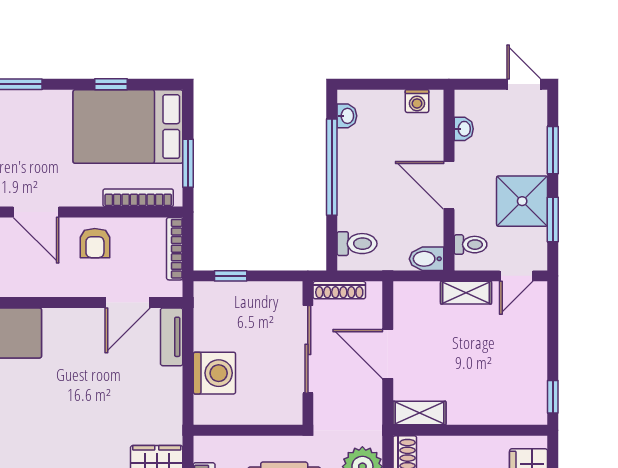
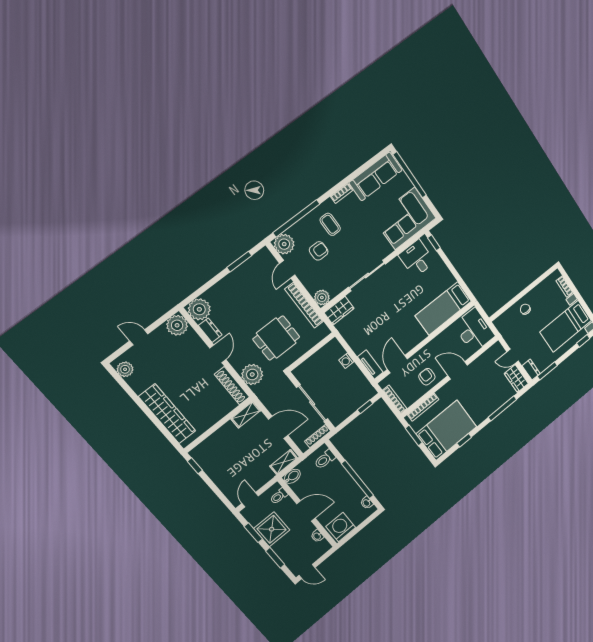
washing machine: (417, 101) -> (341, 527), width x1.89, depth x1.89
shelving: (466, 293) -> (284, 462), moved
washing machine: (214, 373) -> (346, 361), width x0.53, depth x0.53

